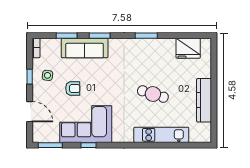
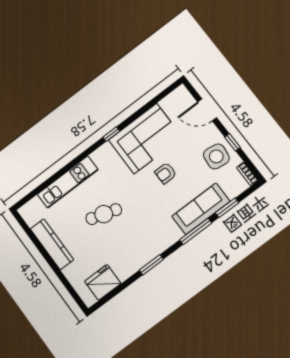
window: (100, 36) -> (196, 231), width x1.44
side table: (47, 75) -> (216, 156), width x1.87, depth x1.87
armchair: (73, 88) -> (166, 173), moved
window: (50, 145) -> (164, 94), removed
window: (89, 145) -> (111, 134), moved

